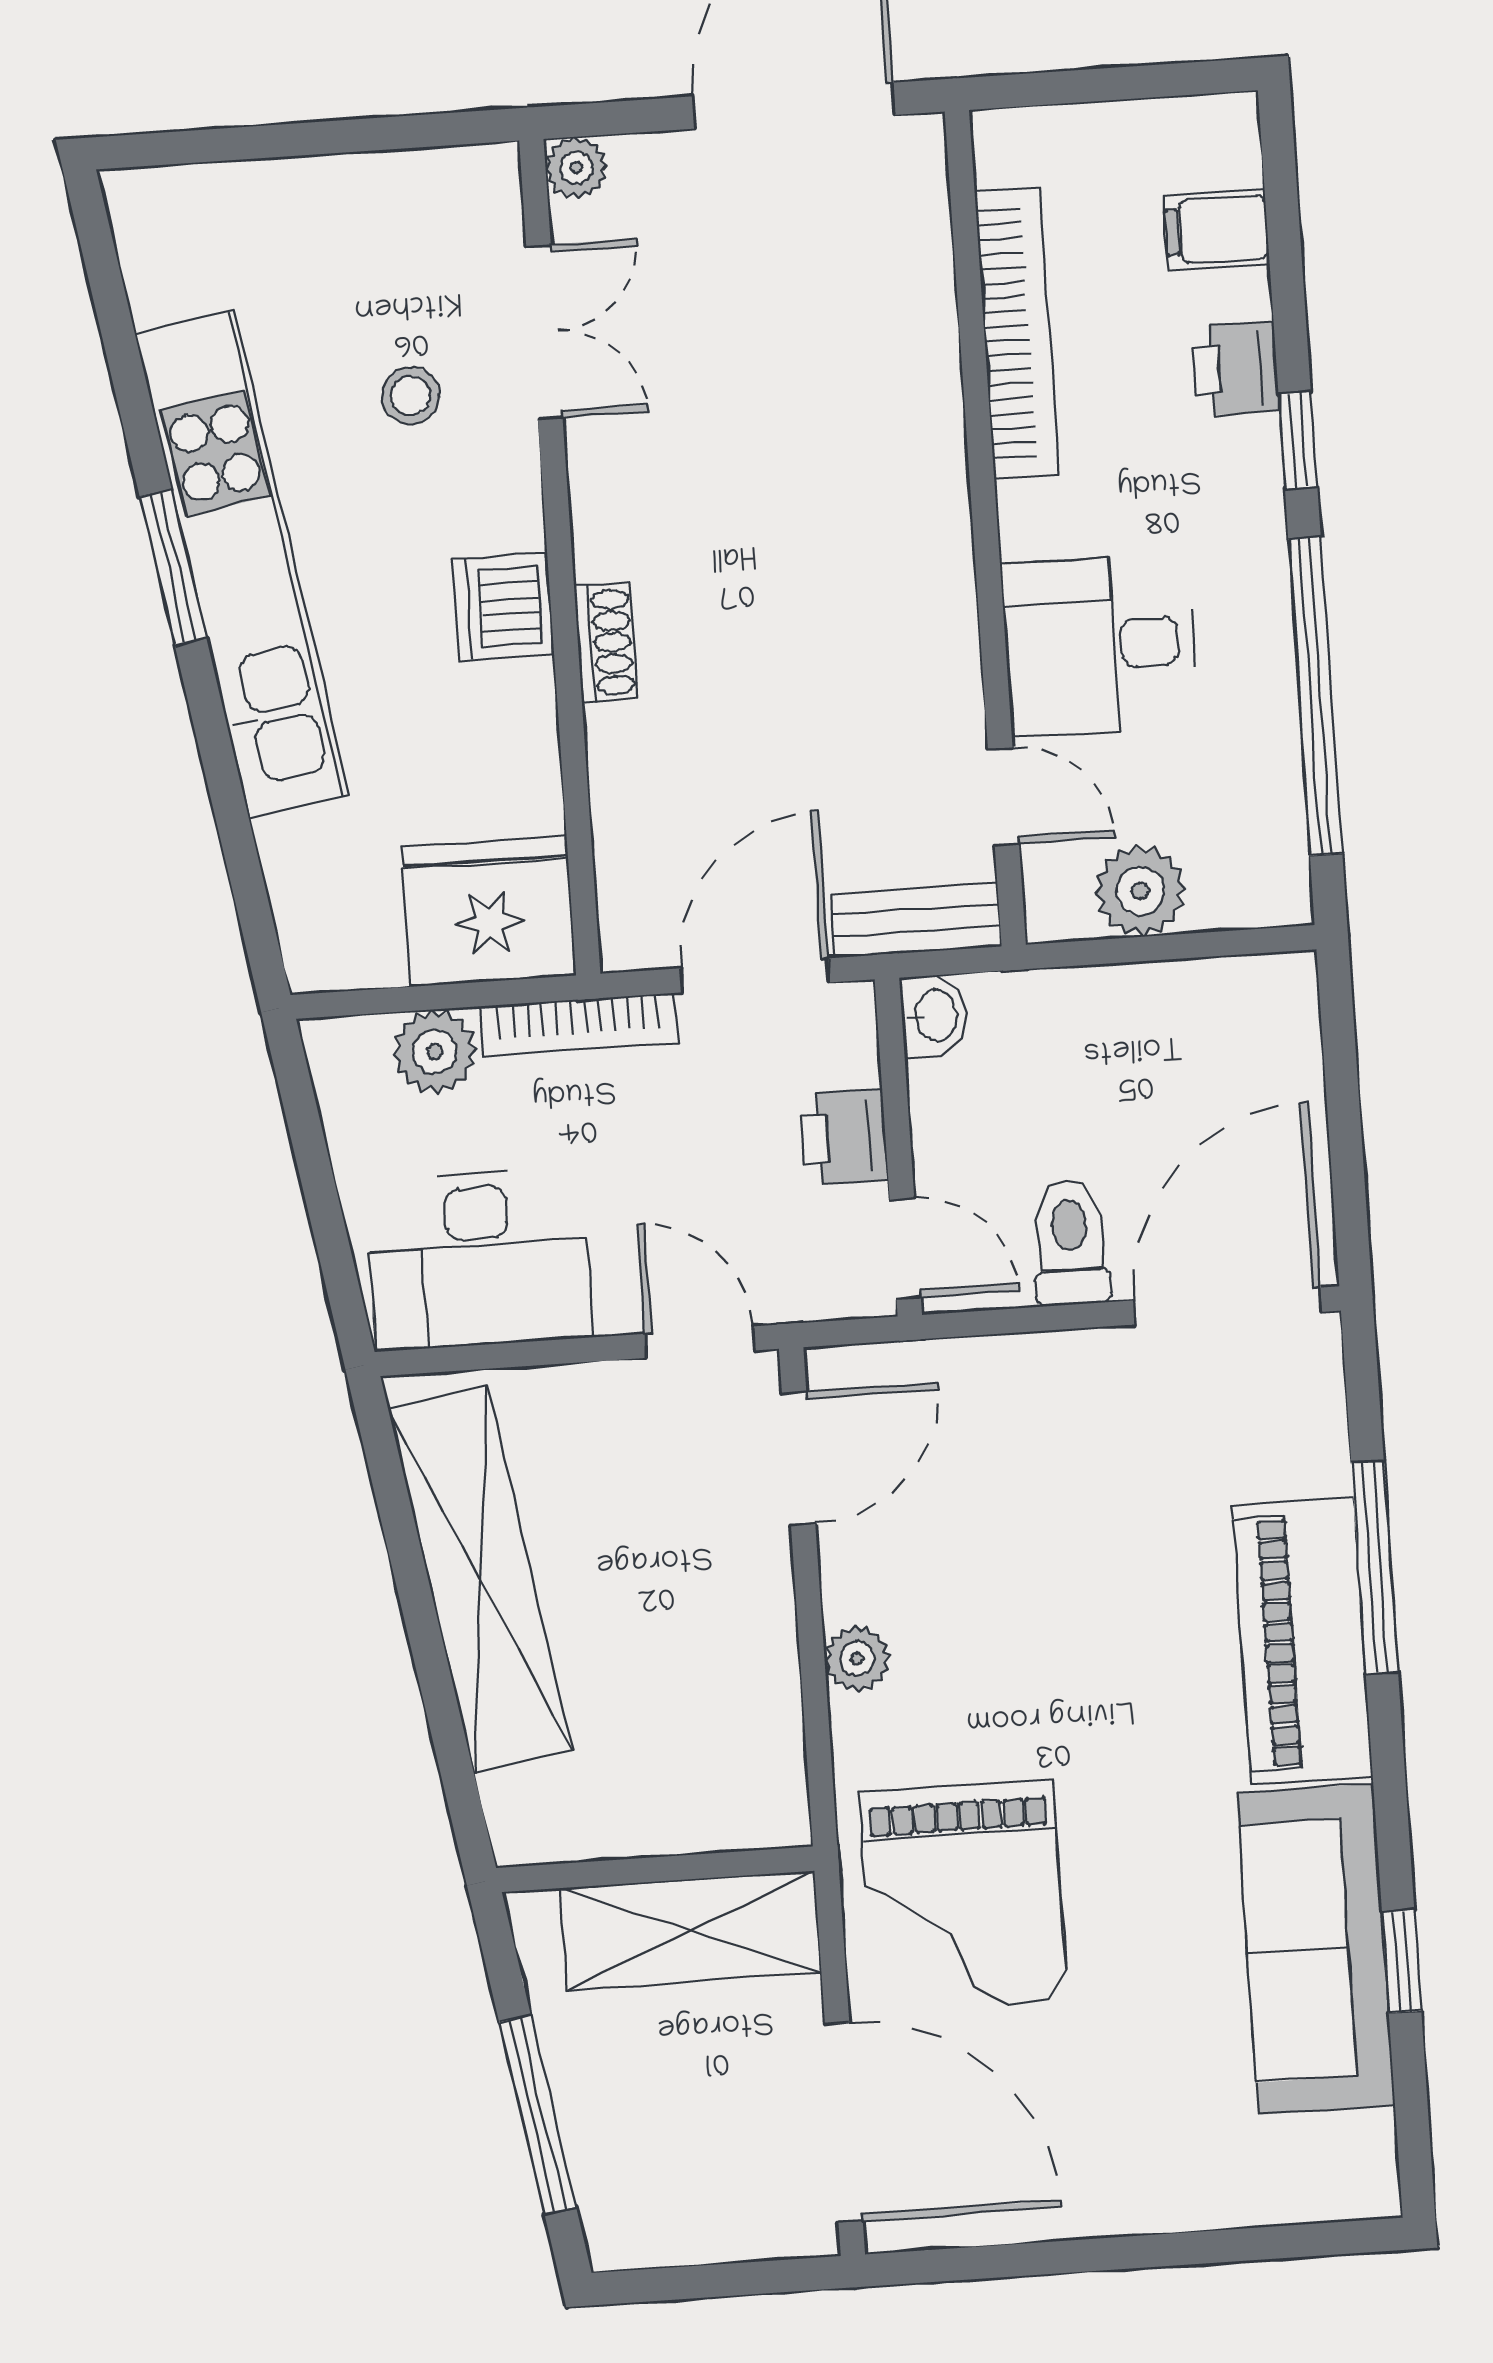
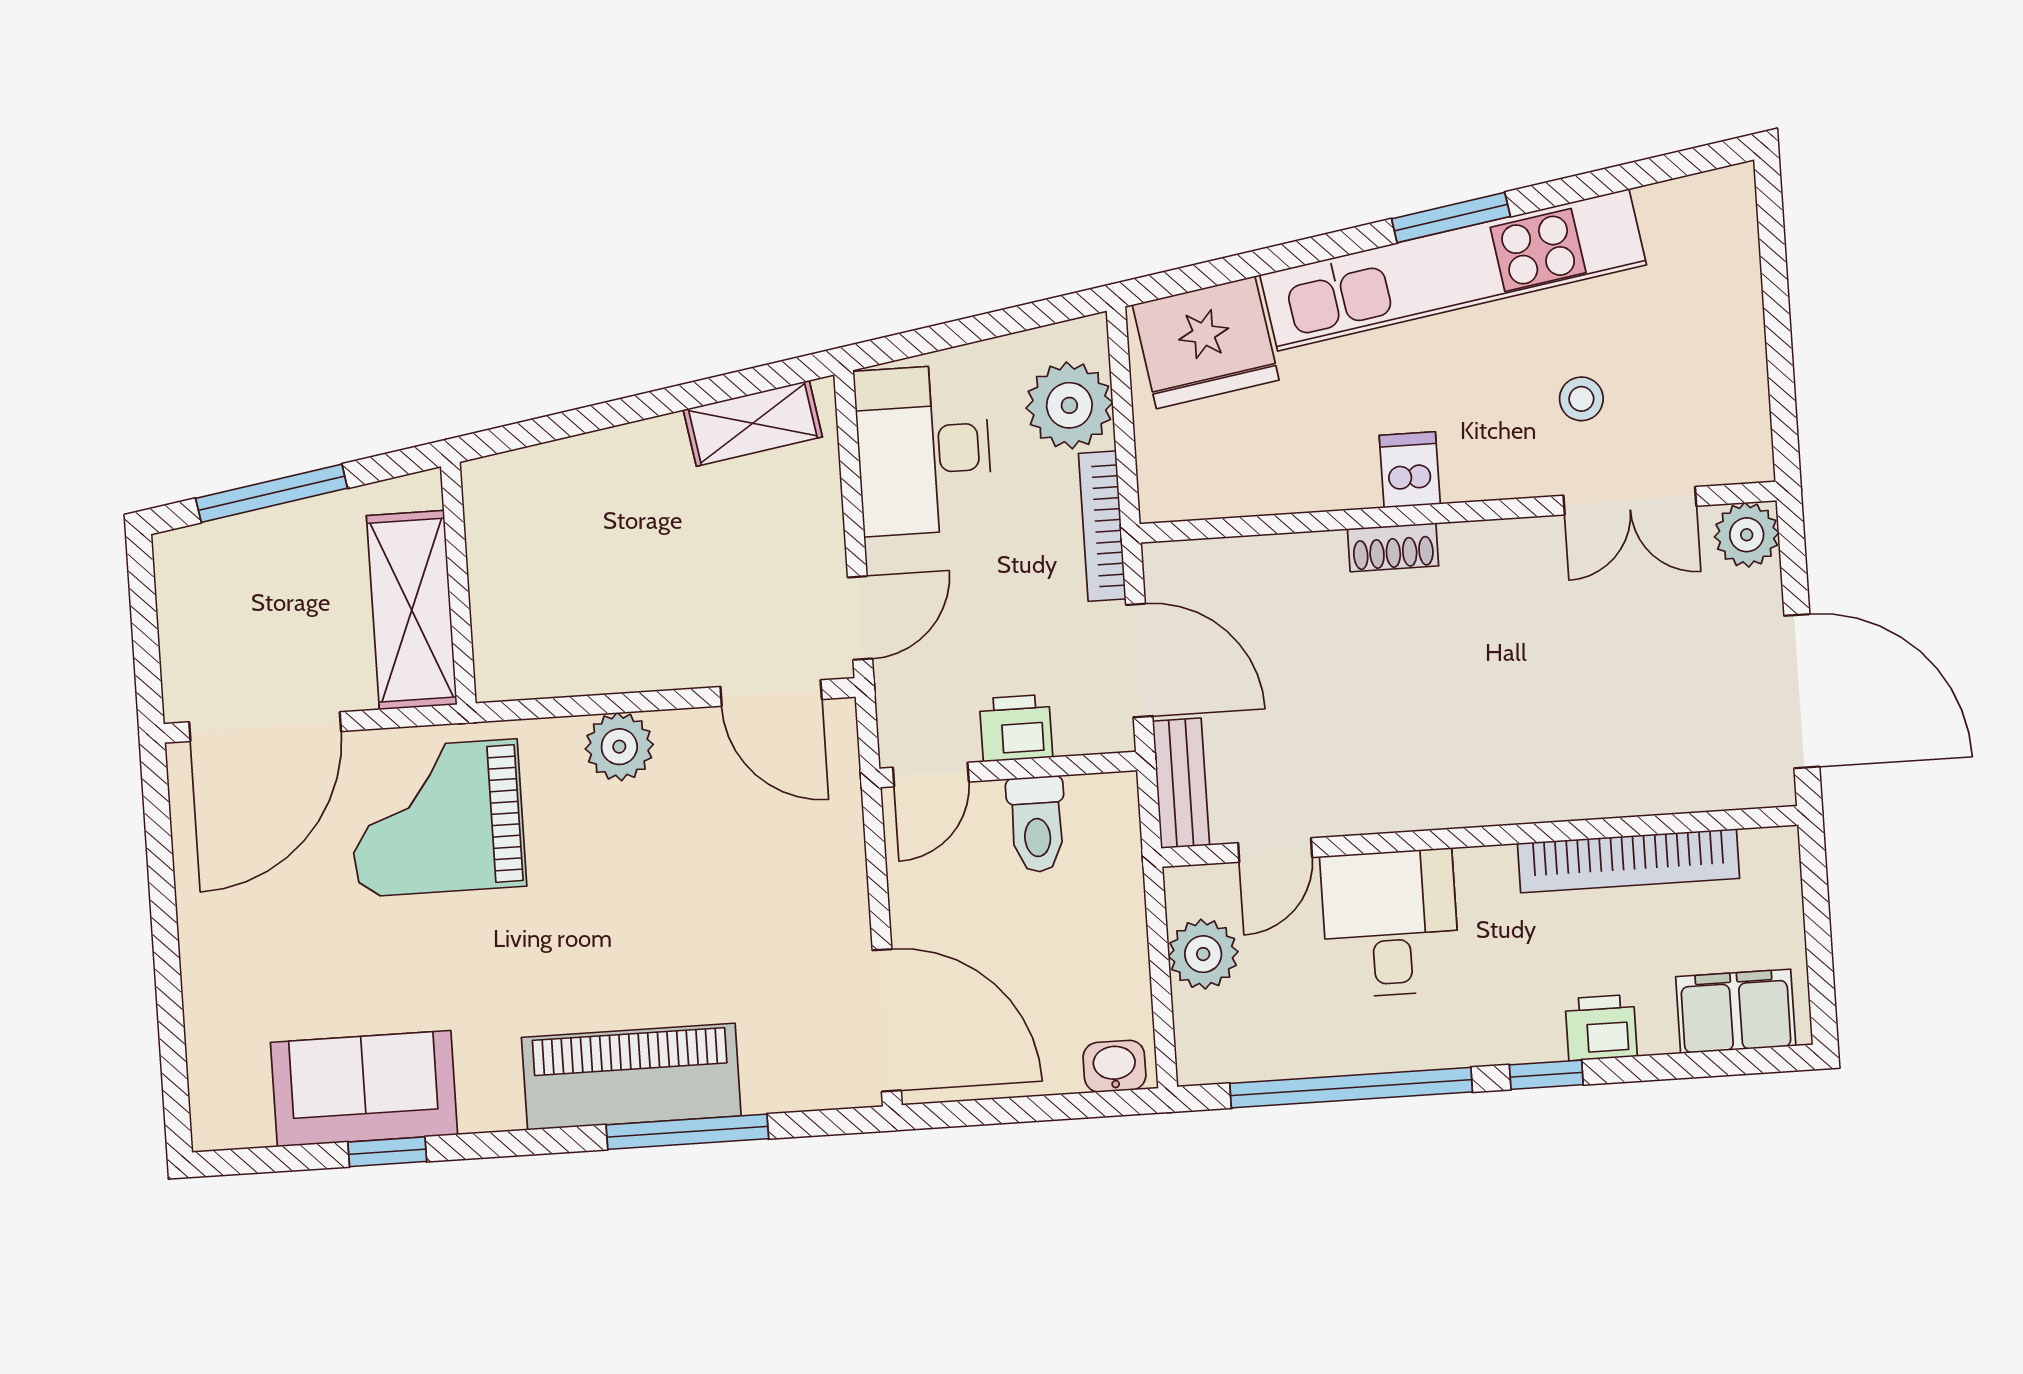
plant: (576, 168) -> (1747, 535), width x1.38, depth x1.38
filing cabinet: (1217, 230) -> (1736, 1011), width x2.00
dishwasher: (503, 607) -> (1410, 470), width x0.73
fridge: (489, 911) -> (1206, 342), moved, turned 81
washbasin: (934, 1016) -> (1114, 1066), moved, turned 180
plant: (435, 1051) -> (1069, 405), width x1.36, depth x1.36
toilet: (1070, 1242) -> (1037, 824), moved, turned 90
shelving: (480, 1579) -> (753, 423), width x0.45, depth x0.75
plant: (857, 1659) -> (619, 747), width x1.38, depth x1.38
sofa: (1316, 1949) -> (364, 1089), width x0.73

